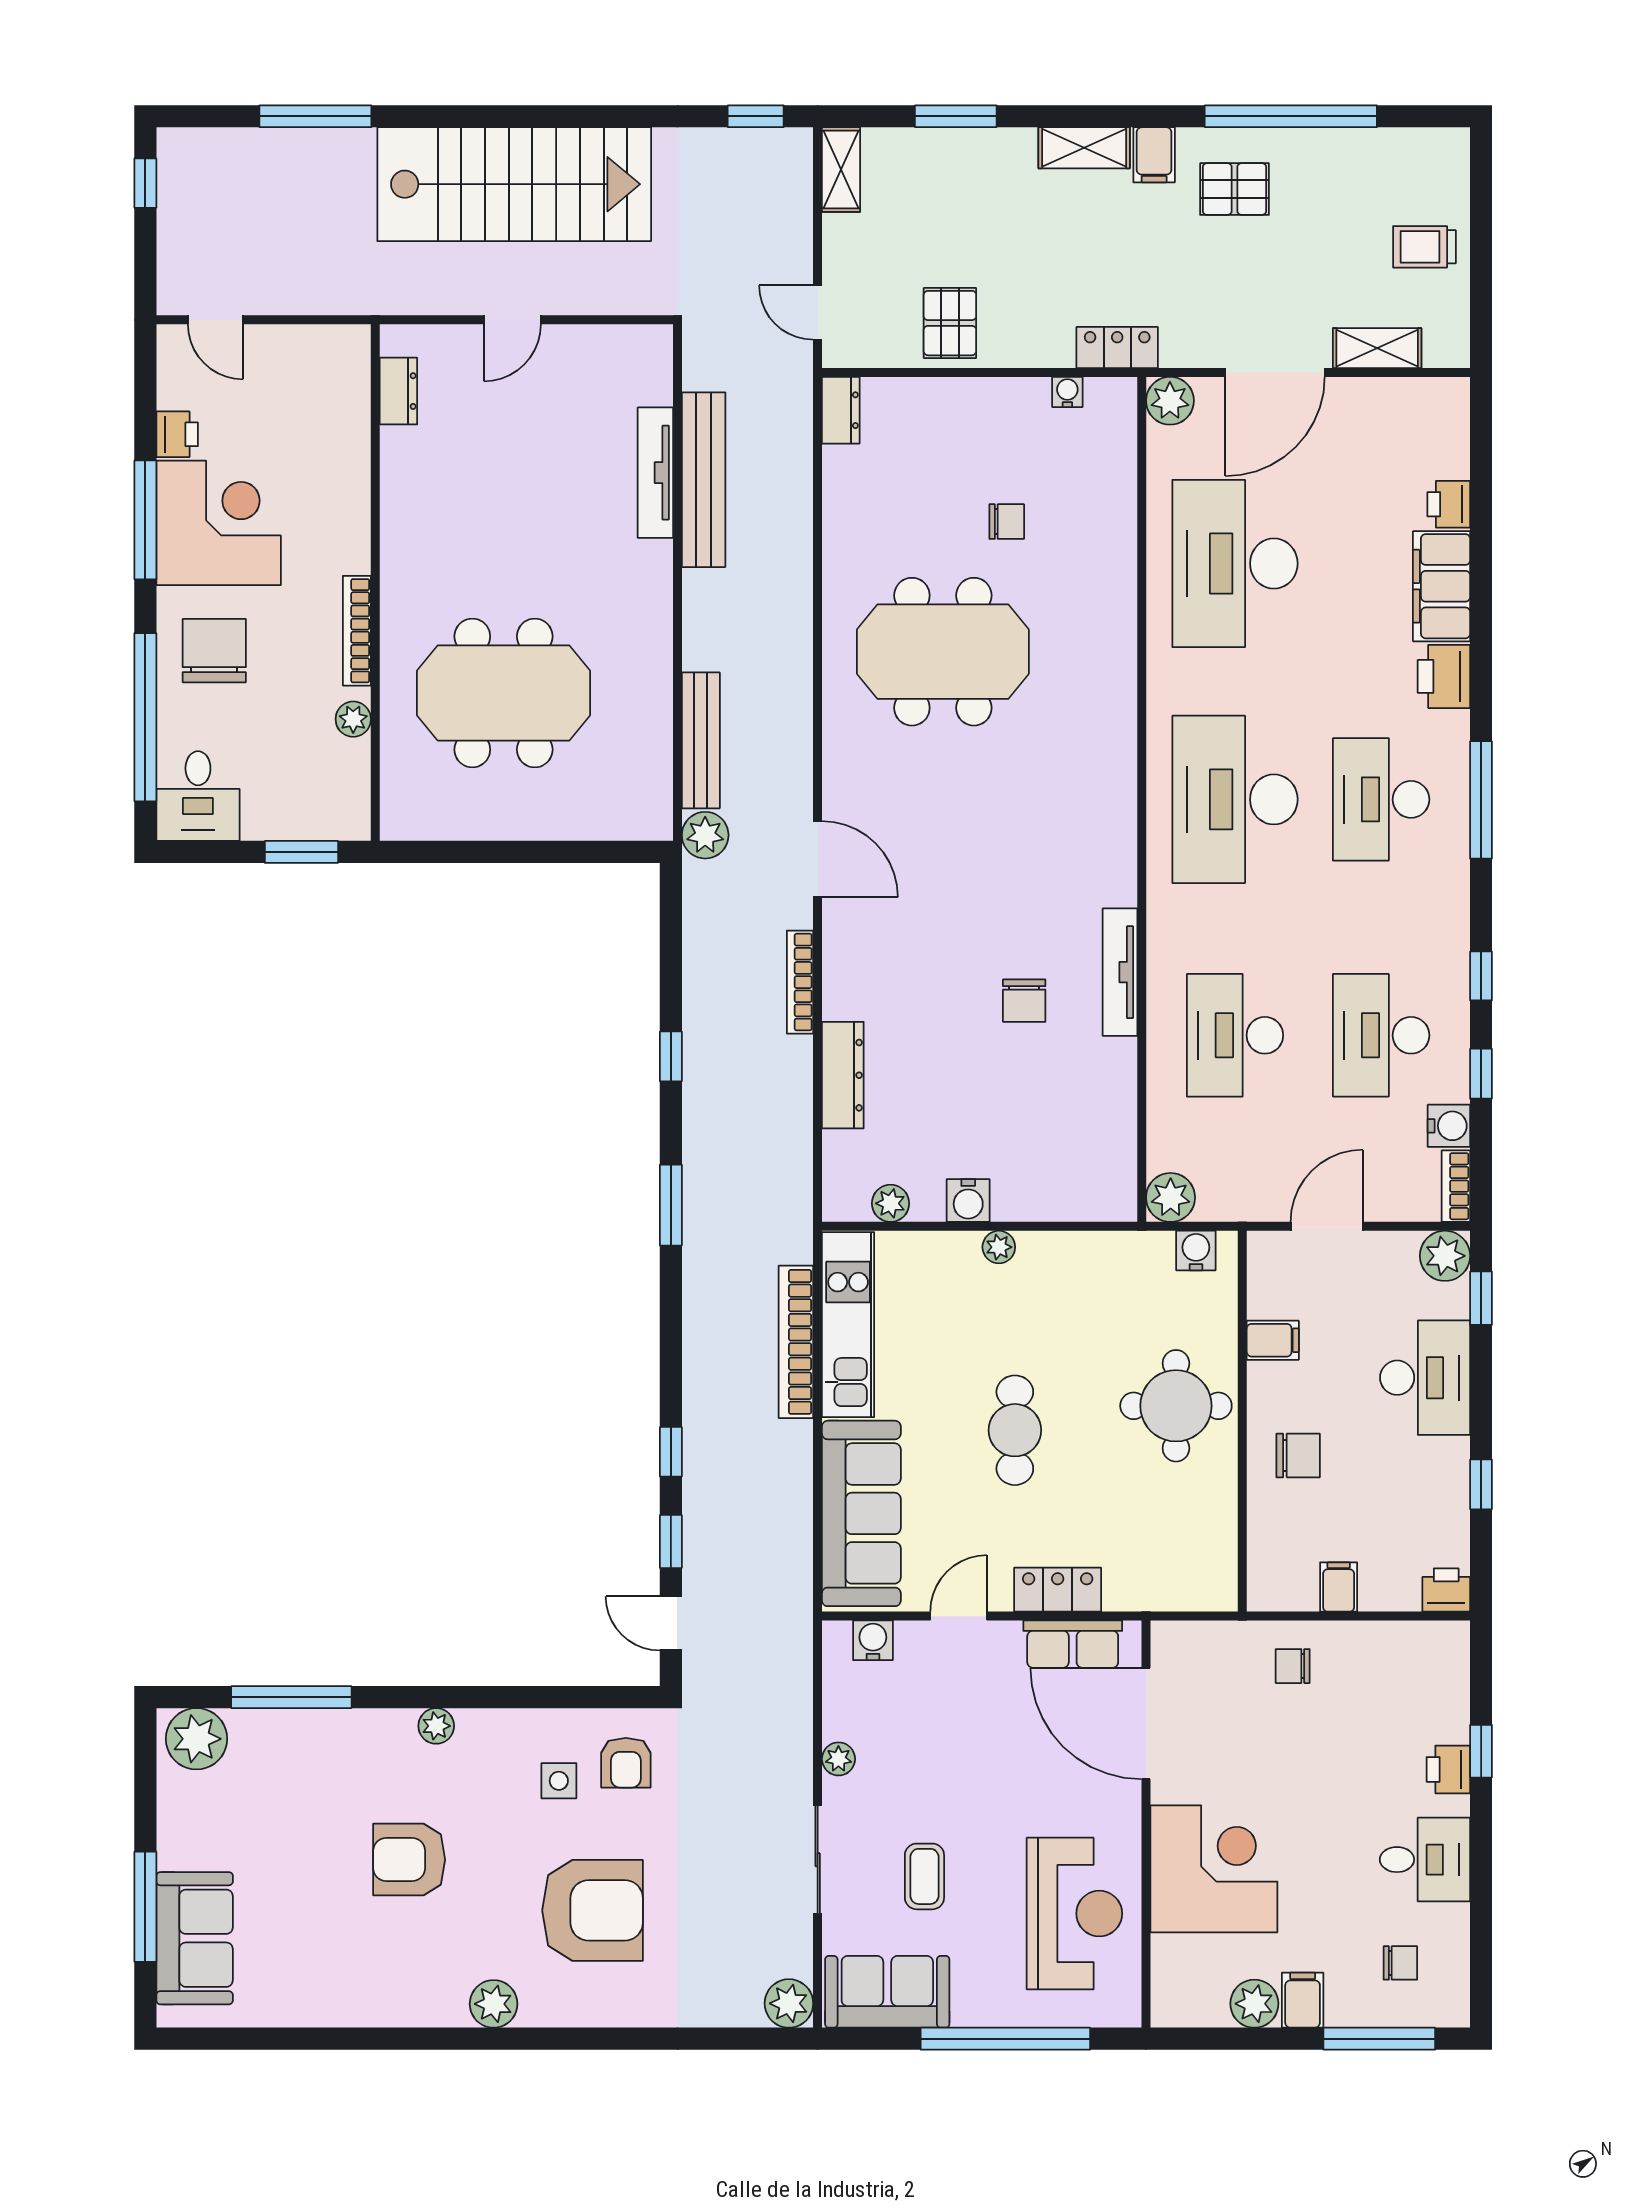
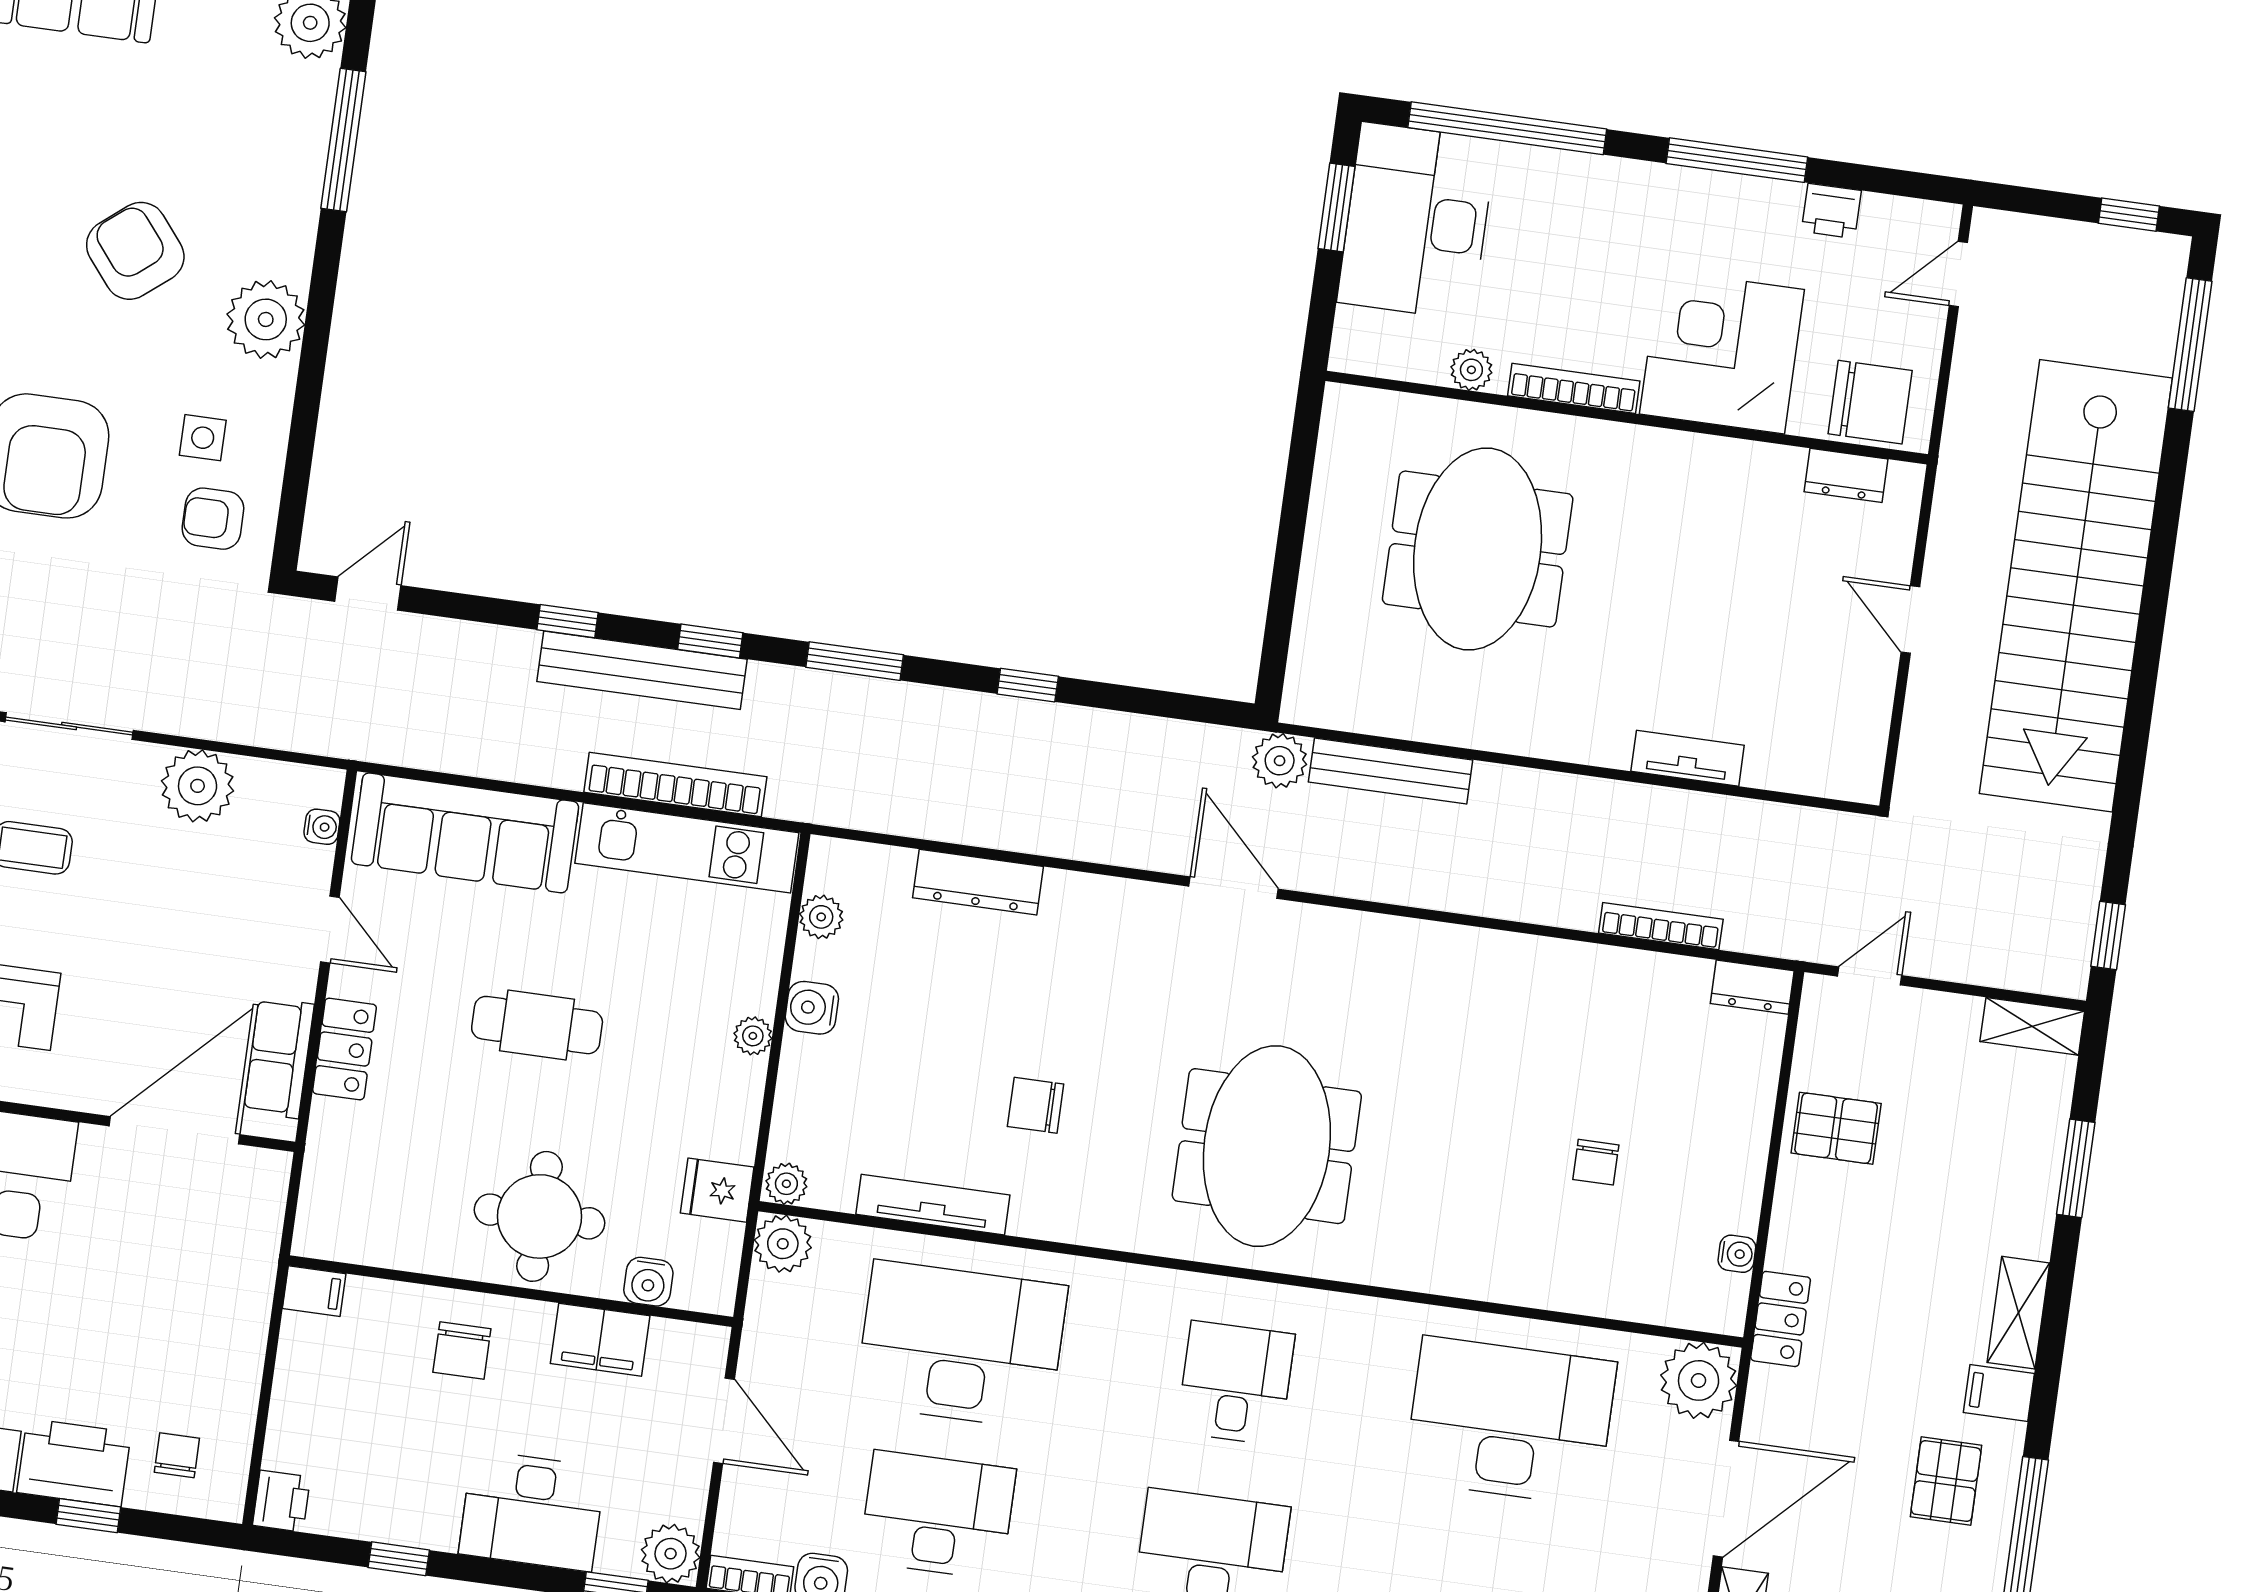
window: (315, 116) -> (2190, 345), moved
stairs: (514, 184) -> (2076, 586), width x1.36
door: (1275, 372) -> (1726, 1499), swing flipped
plant: (1170, 401) -> (1699, 1380), width x1.36, depth x1.36
tv unit: (655, 473) -> (1688, 758), width x0.71
bench: (704, 480) -> (642, 670), moved
corner desk: (219, 523) -> (1722, 352), moved, turned 180
chair: (214, 651) -> (1870, 402), moved
meeting table: (943, 652) -> (1267, 1146), moved
desk: (198, 796) -> (1417, 221), width x1.87, depth x1.30
desk: (1235, 799) -> (1236, 1383), width x0.53, depth x0.77
window: (301, 852) -> (1336, 207), moved
door: (818, 859) -> (1234, 888), swing flipped
tv unit: (1120, 972) -> (933, 1205), moved
bookcase: (800, 982) -> (1661, 926), moved
desk: (1235, 1035) -> (961, 1345), width x1.36, depth x1.30
plant: (1120, 1201) -> (786, 1184), added
water cooler: (1196, 1251) -> (648, 1282), moved, turned 90
fridge: (1133, 1259) -> (717, 1190), added
filing cabinet: (1273, 1340) -> (600, 1340), width x2.00
window: (671, 1541) -> (710, 641), moved
filing cabinet: (1339, 1587) -> (314, 1291), moved
water cooler: (873, 1640) -> (322, 827), width x0.72, depth x0.72
chair: (1293, 1666) -> (177, 1455), moved
plant: (436, 1726) -> (266, 319), width x1.88, depth x1.88
plant: (838, 1759) -> (198, 786), width x1.87, depth x1.87
printer: (1448, 1769) -> (74, 1463), width x1.87, depth x1.48
armchair: (409, 1860) -> (135, 251), turned -39

